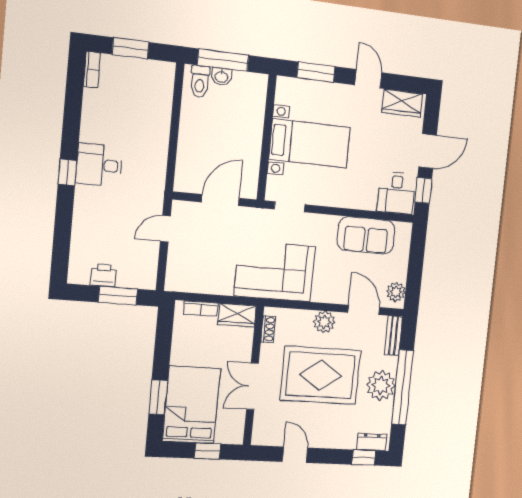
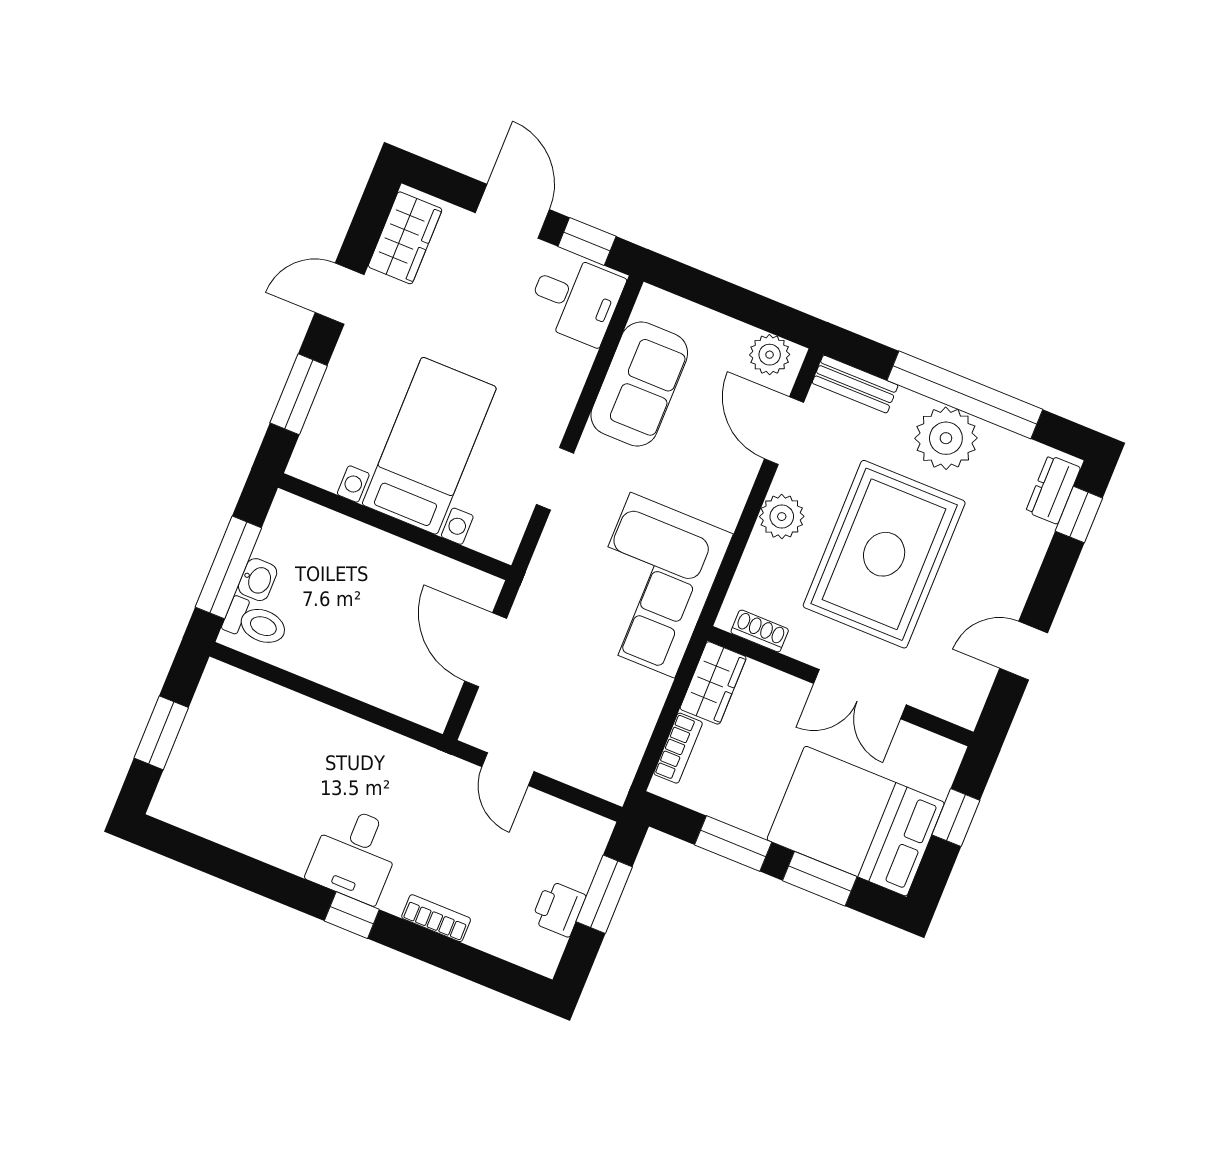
bookcase: (92, 70) -> (436, 918), moved
doorway: (290, 207) -> (555, 479), moved
door: (364, 310) -> (784, 431), hinge flipped
window: (163, 350) -> (733, 843), added

